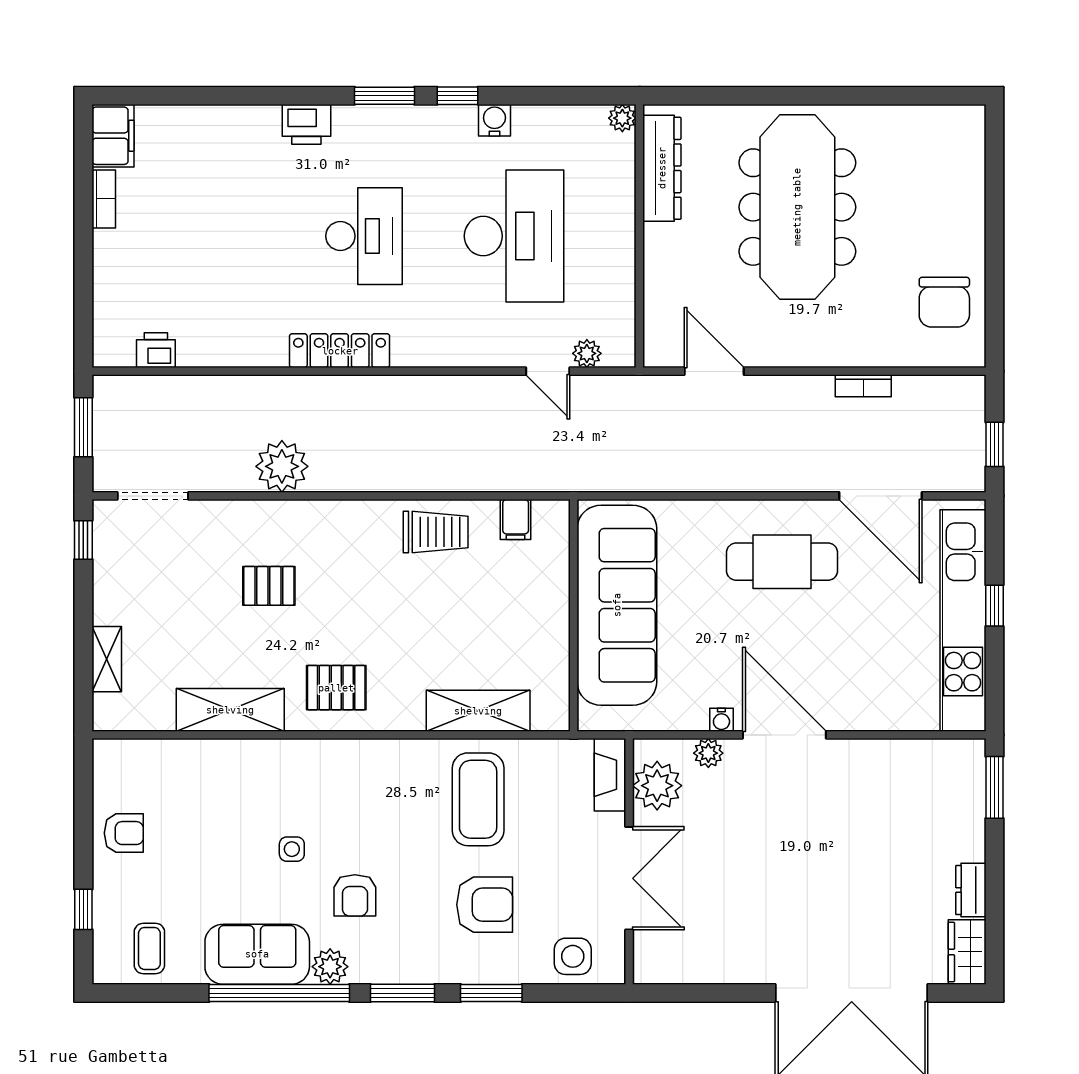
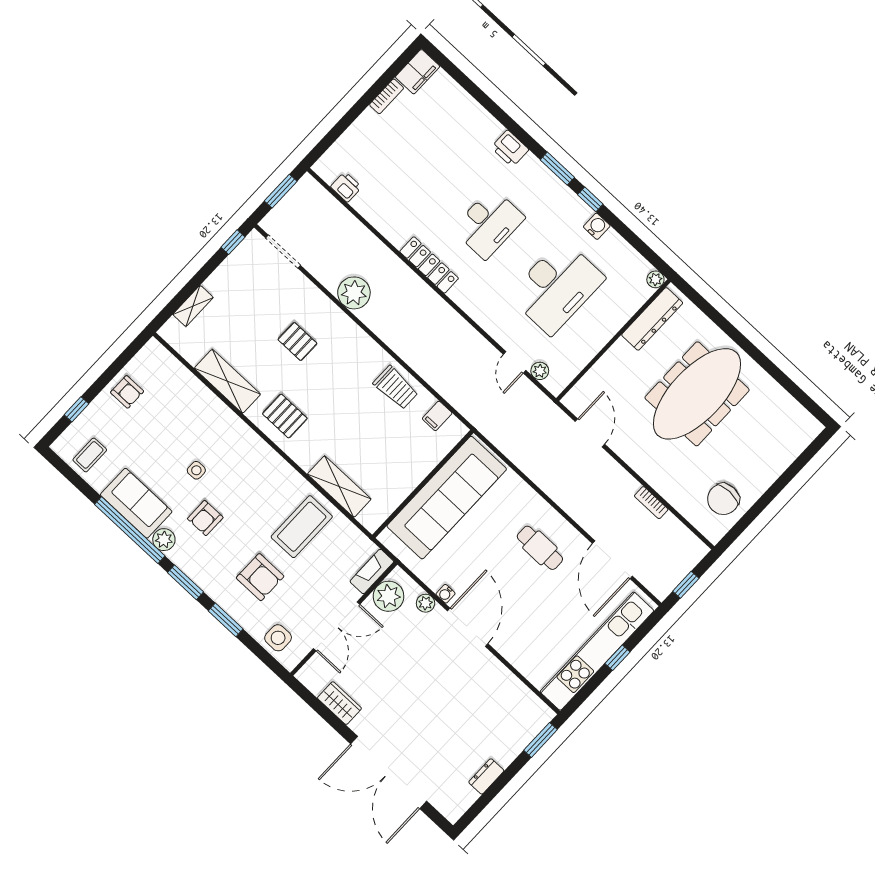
cafe table: (782, 562) -> (540, 548), width x0.73, depth x0.74
wardrobe: (967, 952) -> (339, 703), moved, turned 90

